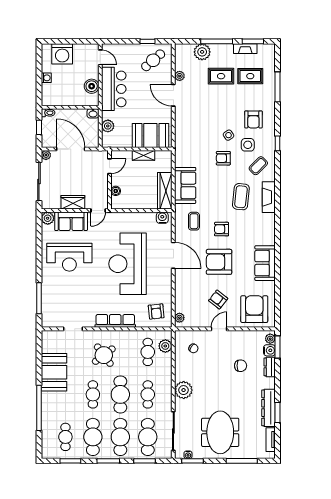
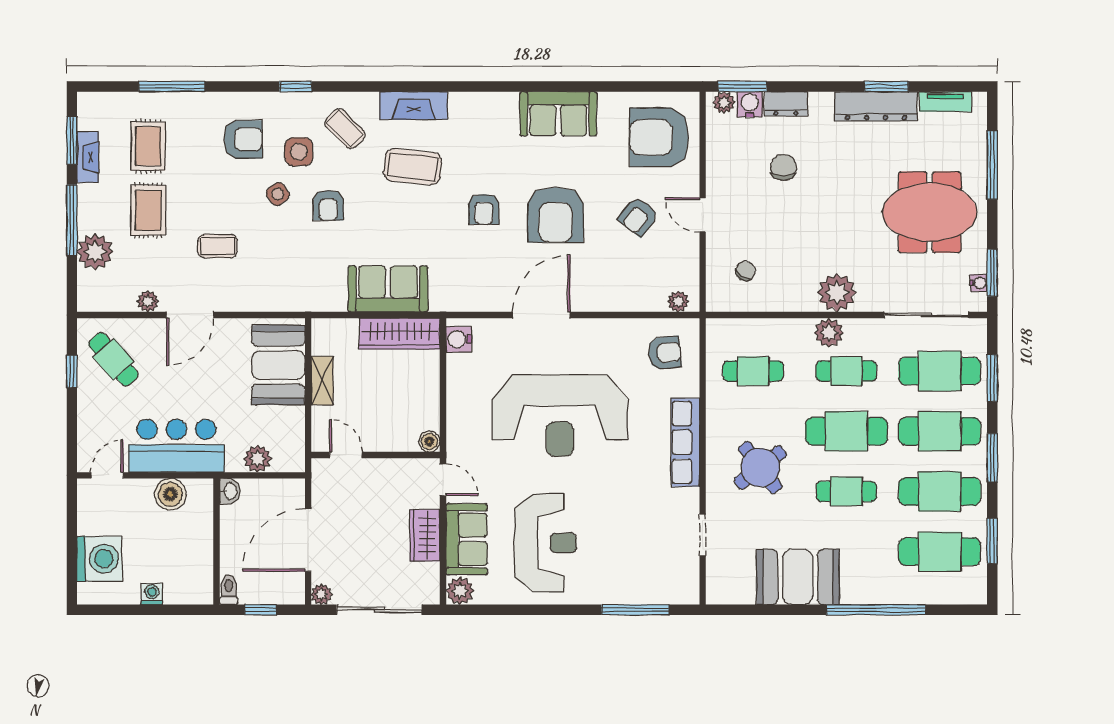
boiler: (116, 191) -> (429, 441), moved
coffee table: (194, 221) -> (217, 246), moved
plant: (165, 346) -> (829, 333), moved
cafe table: (65, 437) -> (940, 552), width x1.37, depth x1.35

